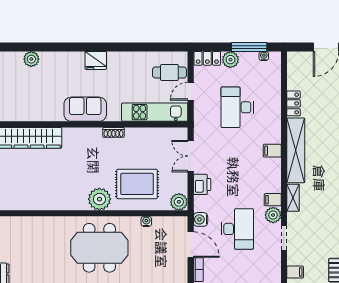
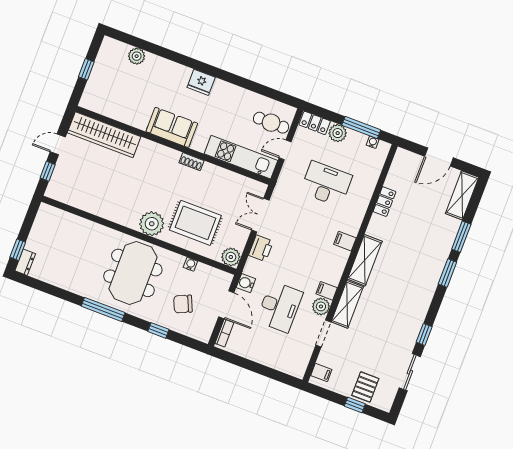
desk: (237, 107) -> (326, 184), turned 90
shelving: (296, 150) -> (365, 260), width x0.68
shelving: (293, 198) -> (347, 304), width x1.50, depth x1.33
meeting table: (99, 248) -> (133, 273), turned 90
chair: (153, 258) -> (183, 304), added

